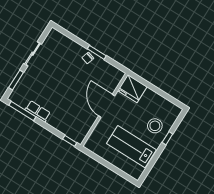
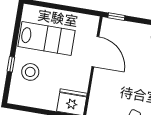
door: (107, 106) -> (95, 52), moved

